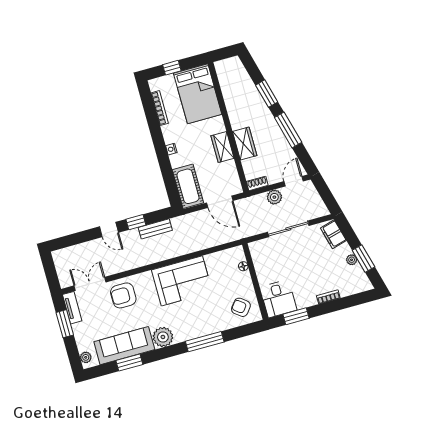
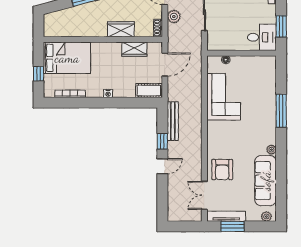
wardrobe: (222, 147) -> (134, 49), moved
cot: (188, 186) -> (149, 91), width x0.73, depth x0.75
bench: (155, 229) -> (173, 121), width x1.36
corner sofa: (182, 281) -> (224, 97), moved
armchair: (241, 307) -> (260, 71), removed
tv unit: (72, 308) -> (226, 216), width x1.41
plant: (163, 337) -> (271, 150), width x0.53, depth x0.53
window: (129, 362) -> (281, 180), removed

